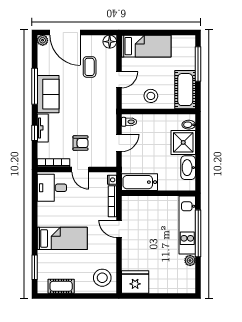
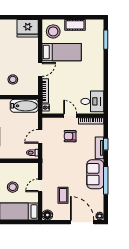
stool: (151, 96) -> (13, 187), moved
stool: (154, 216) -> (13, 79), added
door: (119, 229) -> (40, 69), hinge flipped
bed: (62, 238) -> (62, 52), moved, turned 180
cot: (61, 286) -> (75, 25), moved

